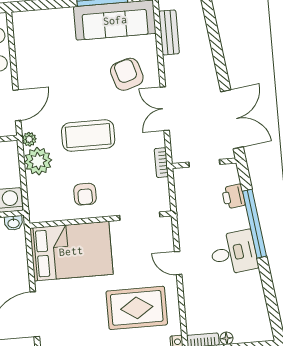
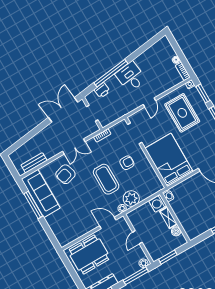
armchair: (85, 194) -> (127, 163), moved

